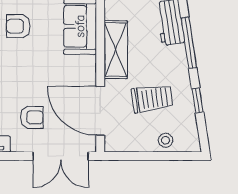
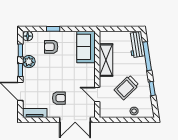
trolley: (152, 98) -> (126, 87), turned 144
door: (100, 111) -> (97, 94), width x0.53

